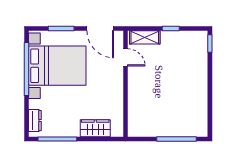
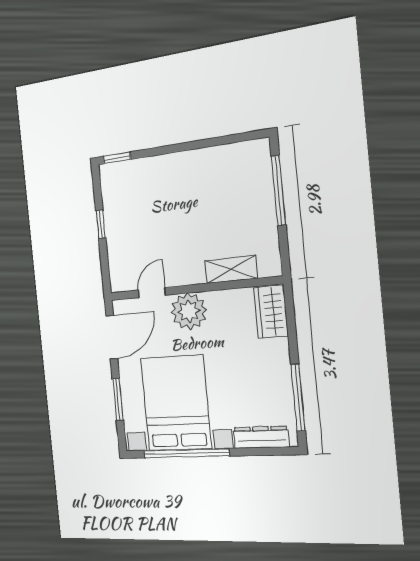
shelving: (145, 37) -> (231, 269), moved, turned 90
plant: (112, 79) -> (189, 311), added
dresser: (35, 121) -> (261, 437), width x1.44
wardrobe: (95, 128) -> (271, 312), moved

